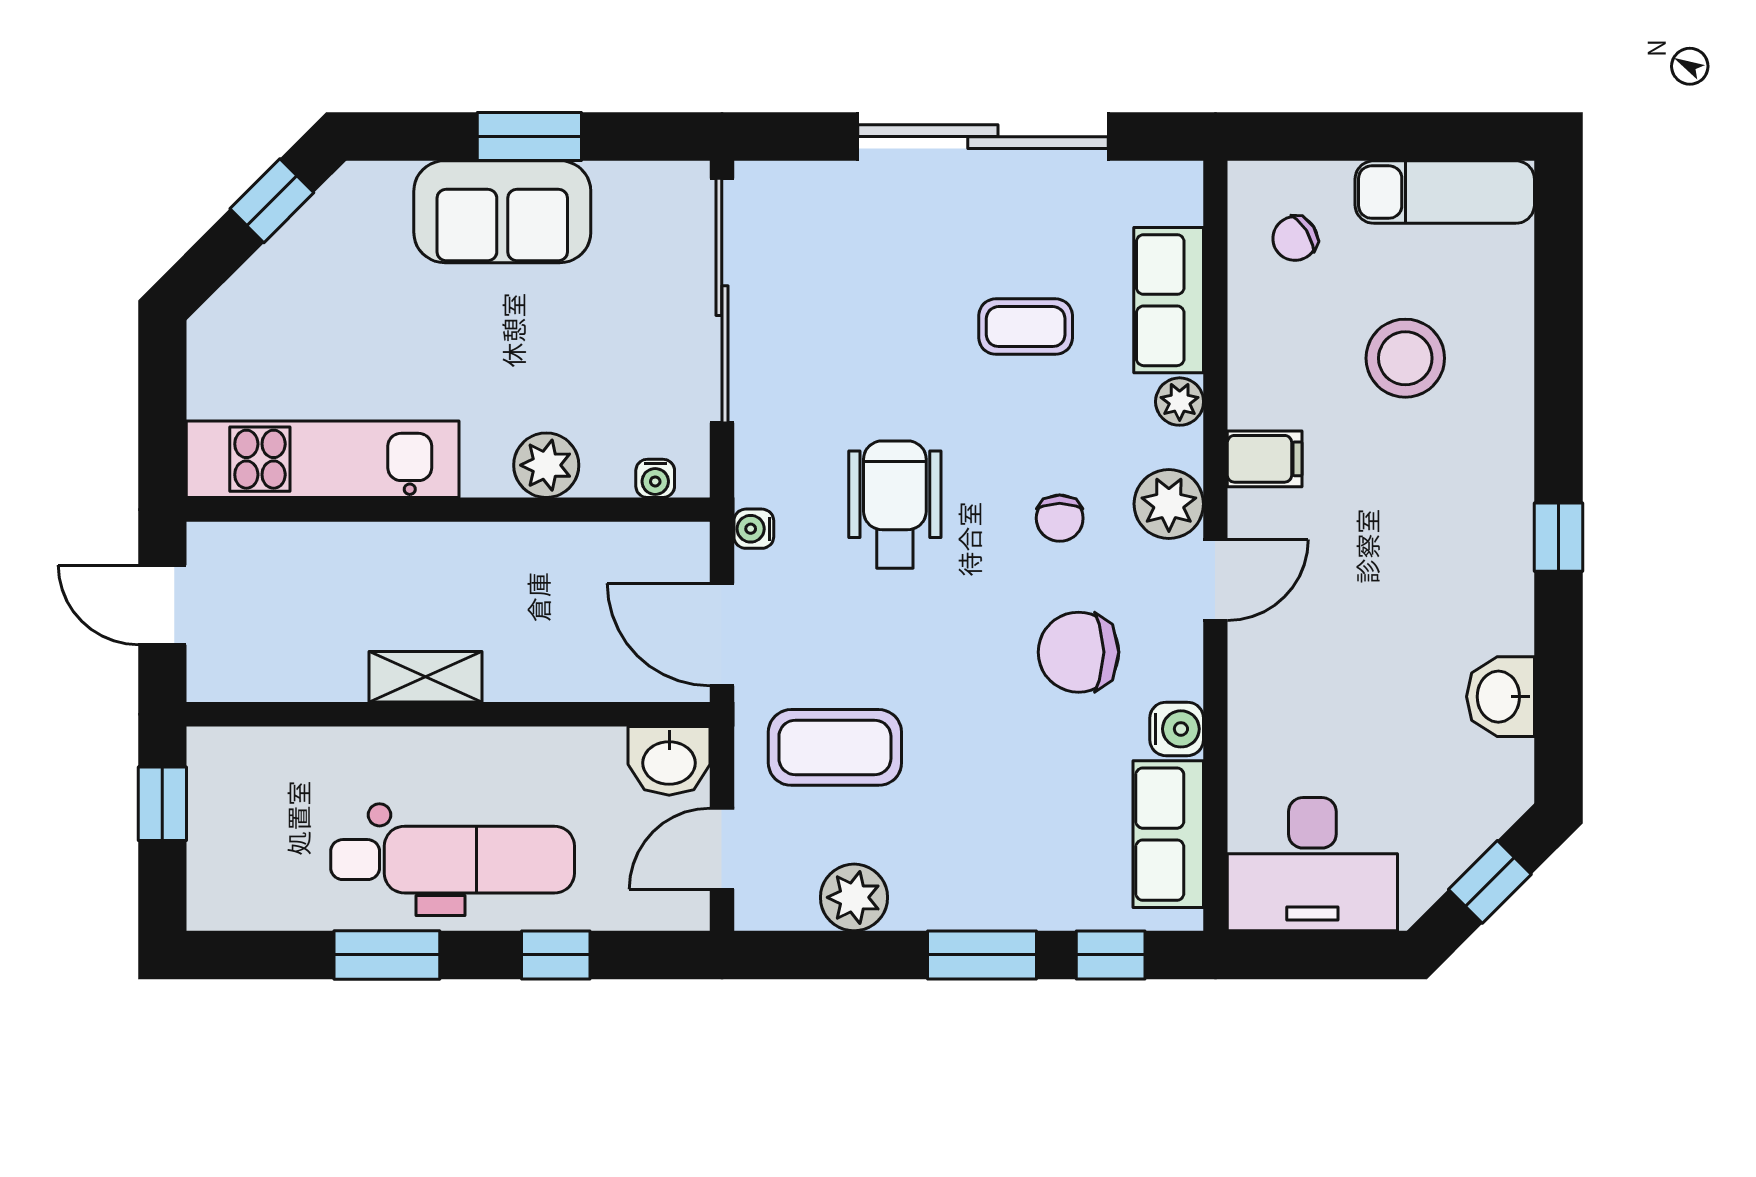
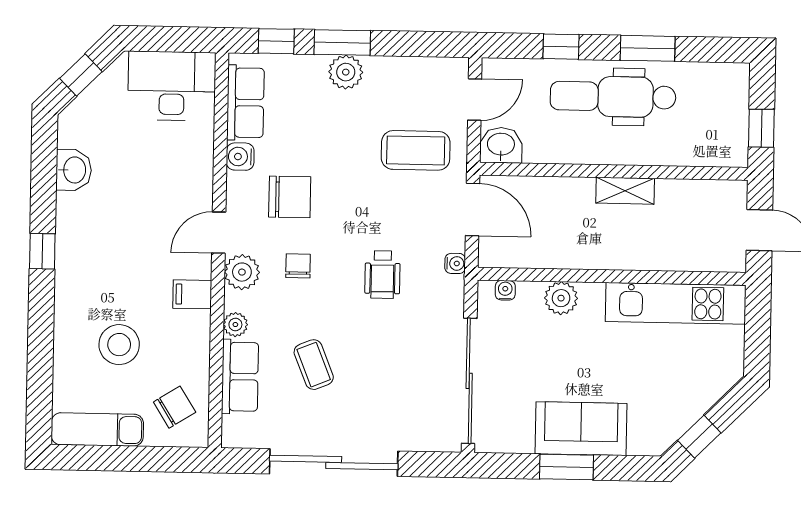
chair: (1295, 238) -> (175, 407), width x1.37, depth x1.37
coffee table: (1026, 327) -> (314, 365), turned 68
wheelchair: (895, 504) -> (383, 275), width x0.73, depth x0.73
plant: (854, 897) -> (346, 72), moved

